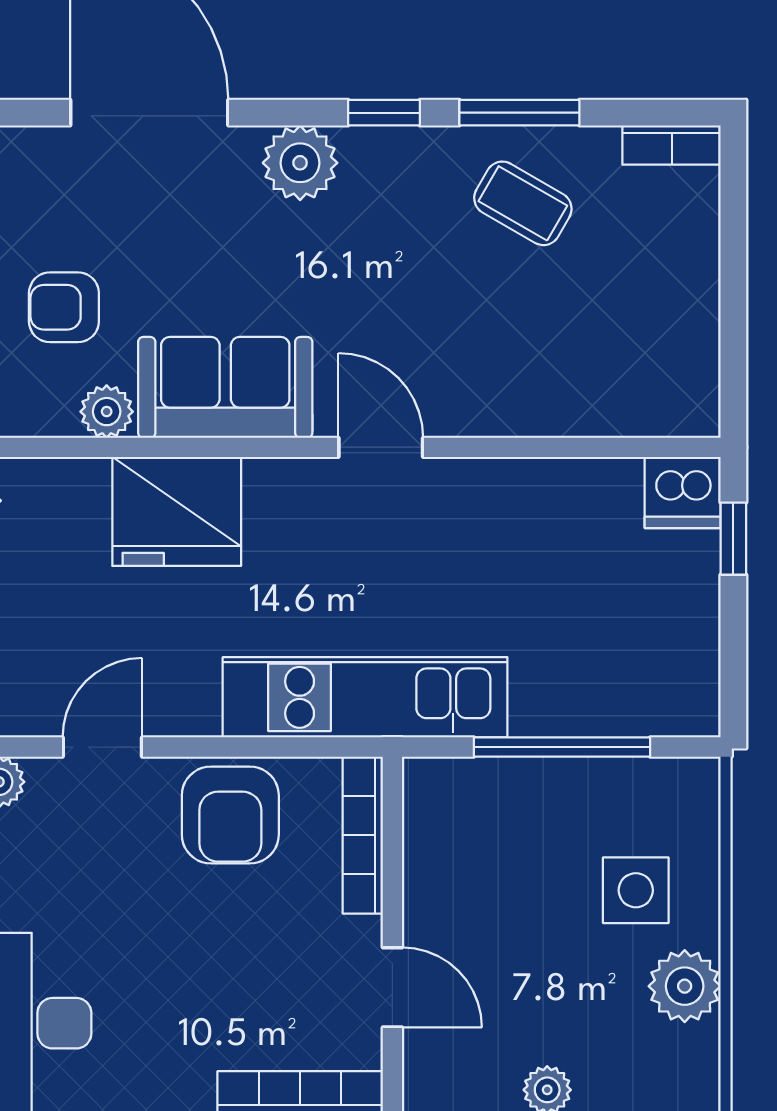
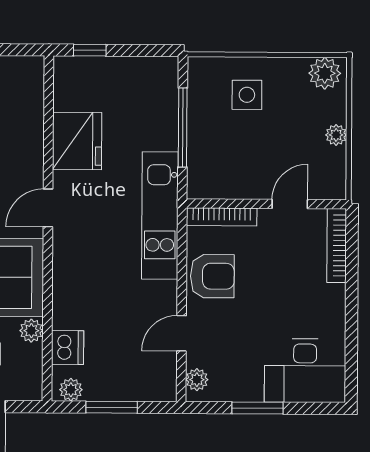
dishwasher: (683, 493) -> (67, 348), moved
fridge: (177, 511) -> (77, 141), moved
door: (102, 747) -> (182, 333), hinge flipped
plant: (685, 986) -> (325, 73), moved

